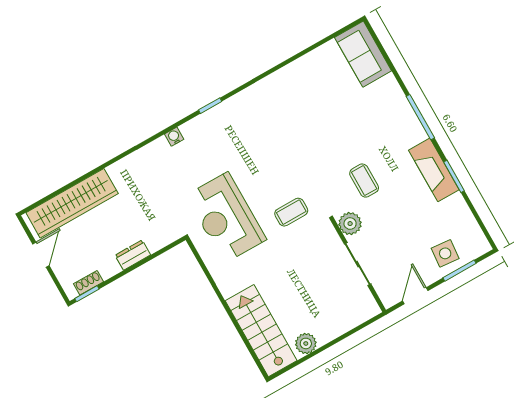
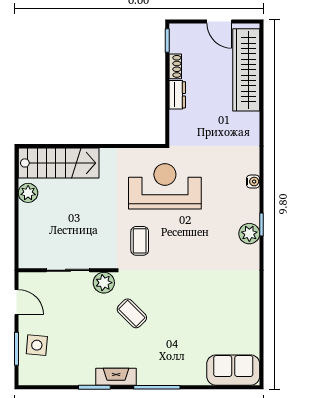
plant: (225, 112) -> (249, 234), added
fireplace: (434, 170) -> (116, 377), width x0.73, depth x0.76
coffee table: (364, 181) -> (132, 313), turned 45
shoe rack: (89, 283) -> (175, 66), moved

